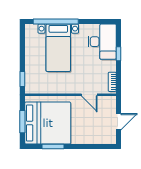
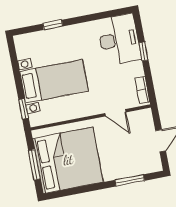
window: (56, 21) -> (53, 25), width x0.32
bed with nightstands: (58, 48) -> (54, 81), moved, turned -90
window: (53, 146) -> (130, 180), moved

